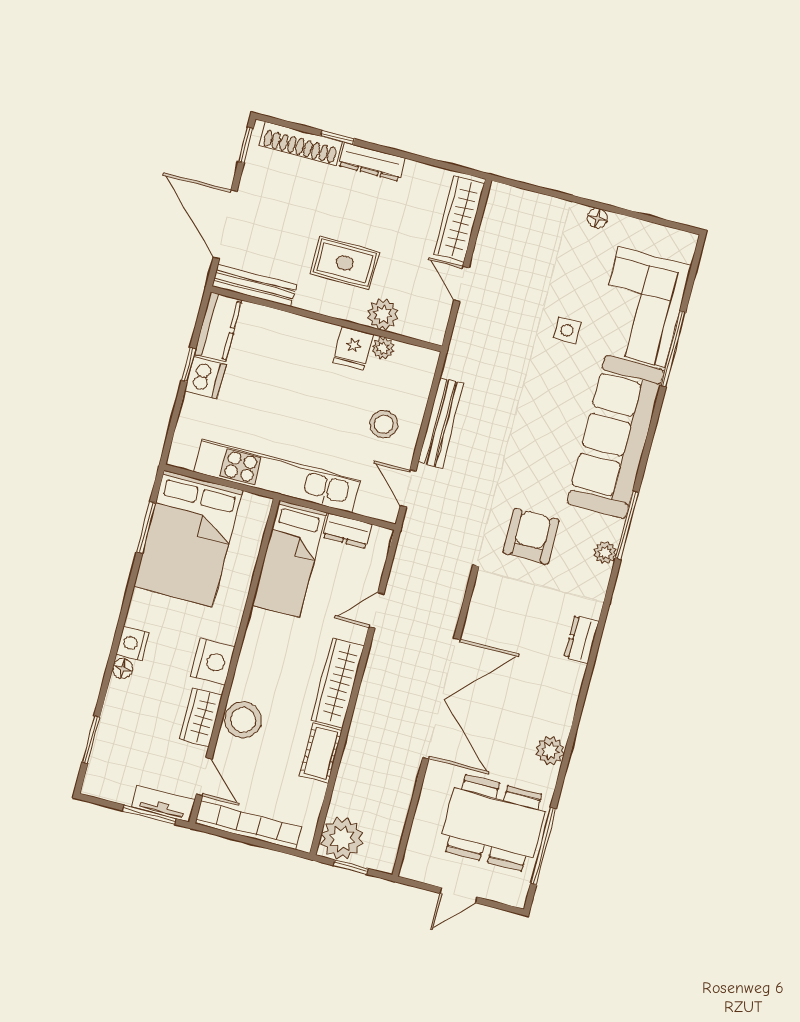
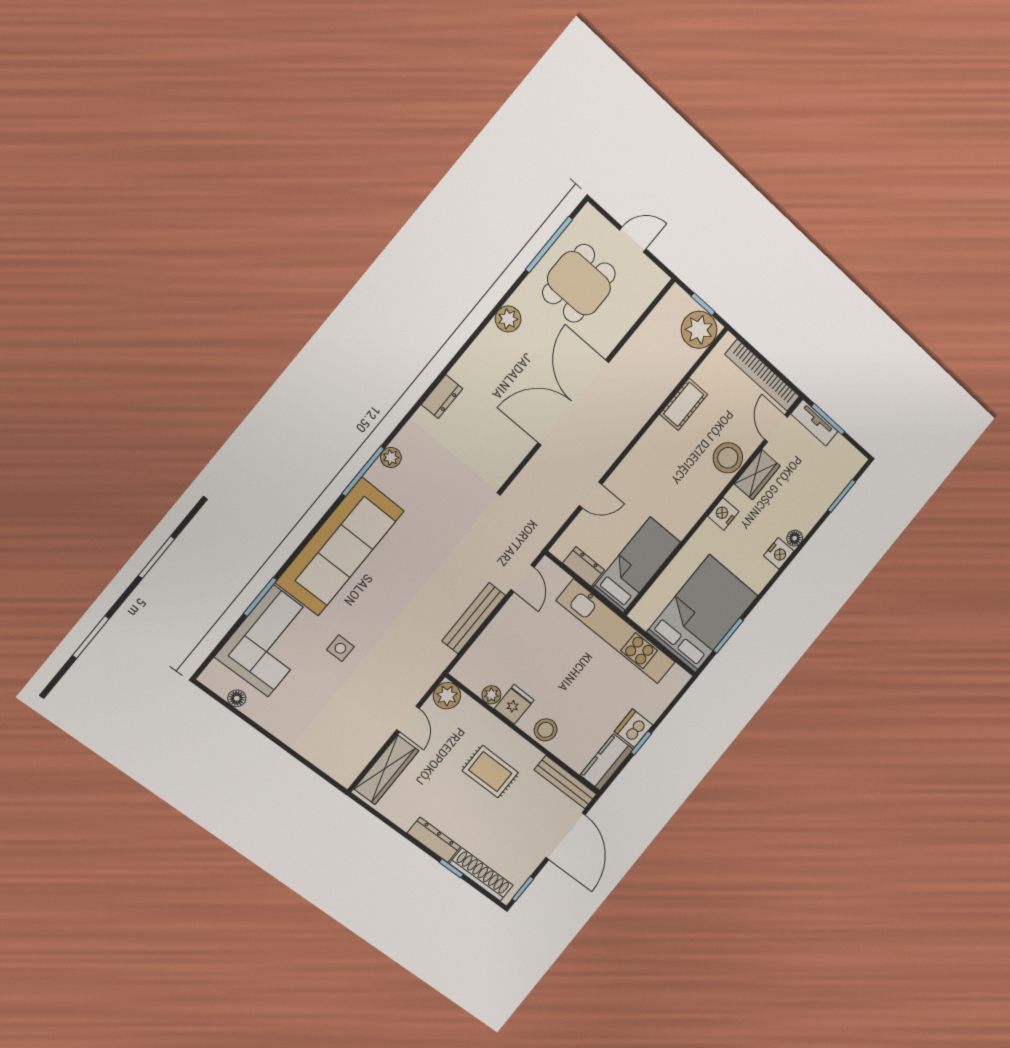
floor lamp: (597, 218) -> (237, 698), moved
plant: (383, 314) -> (447, 696), moved
window: (673, 349) -> (260, 597), width x0.69
stool: (384, 424) -> (546, 730), moved
armchair: (531, 536) -> (444, 498), removed
nightstand: (213, 662) -> (723, 514), width x0.74, depth x0.75
wardrobe: (338, 683) -> (646, 453), removed
dining table: (494, 823) -> (579, 283), width x0.73

